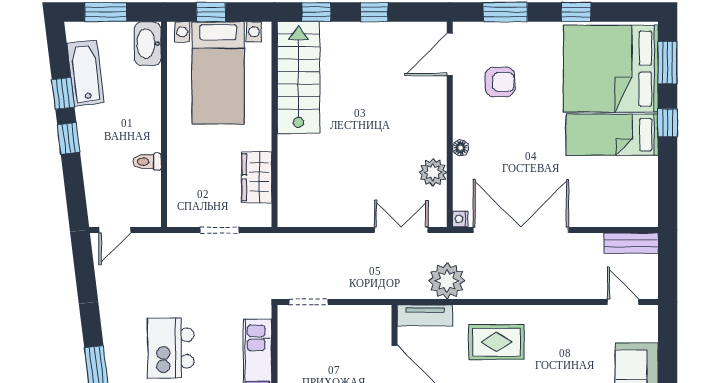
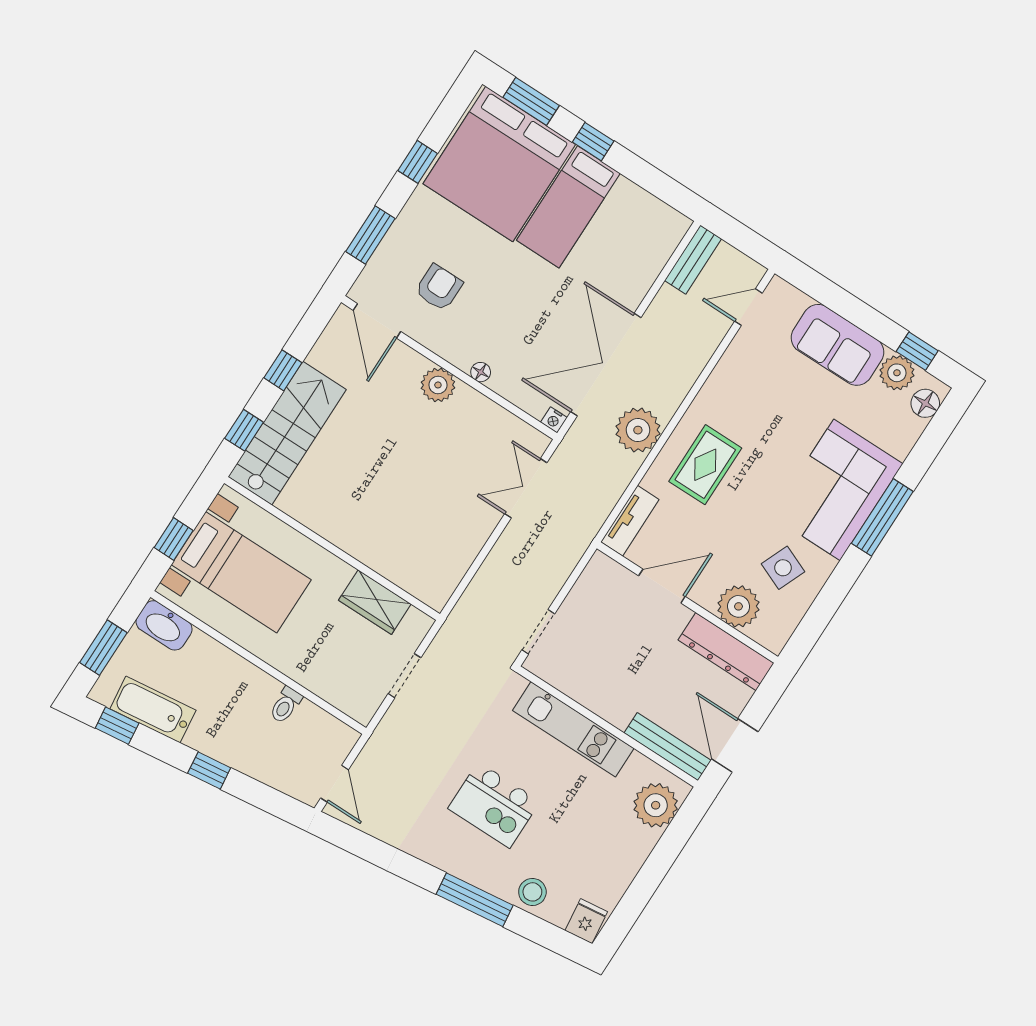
stairs: (298, 78) -> (287, 433), moved, turned 90
window: (63, 93) -> (117, 726), moved
plant: (433, 172) -> (438, 385), moved
plant: (447, 281) -> (638, 430), moved

